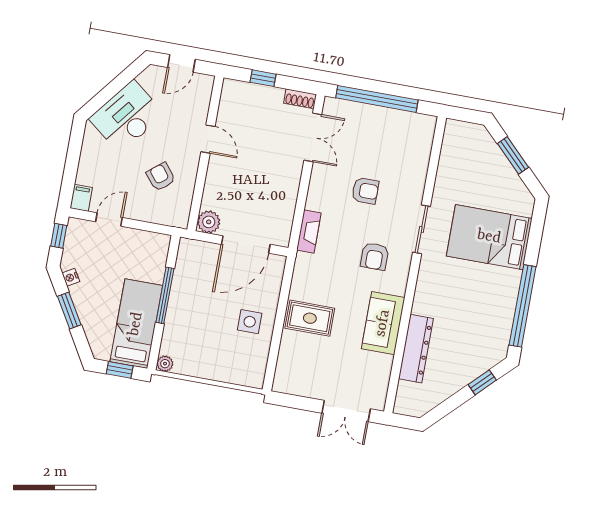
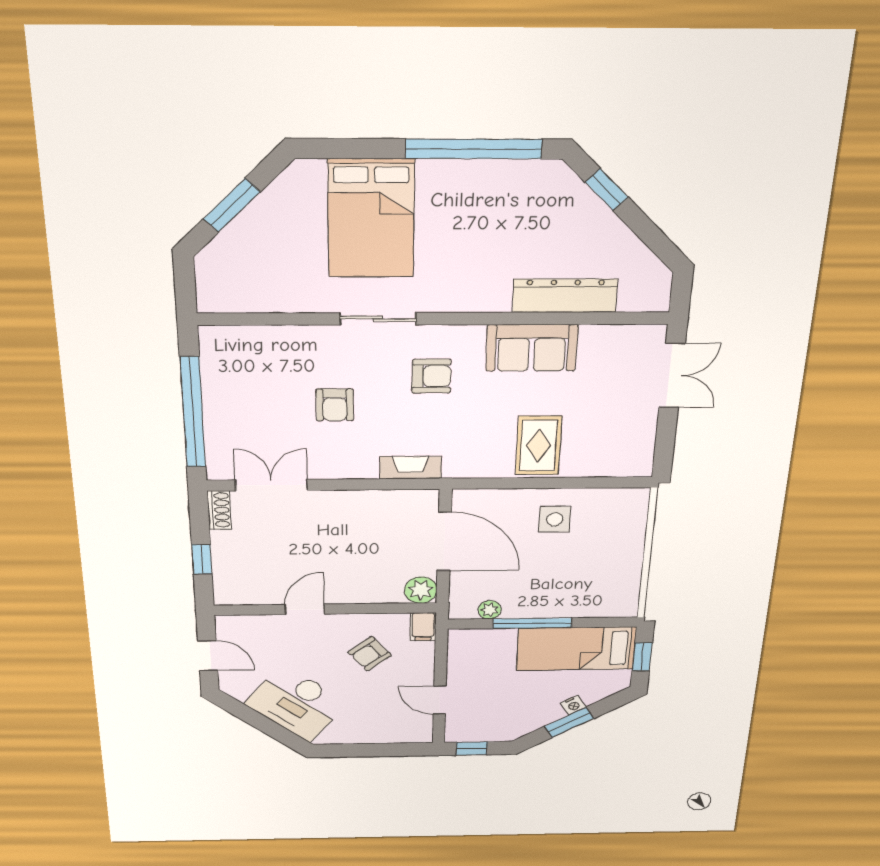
armchair: (365, 191) -> (335, 405), turned 180
filing cabinet: (81, 198) -> (423, 627), moved, turned -90
nightstand: (71, 277) -> (573, 705), moved
plant: (165, 364) -> (490, 610), moved

